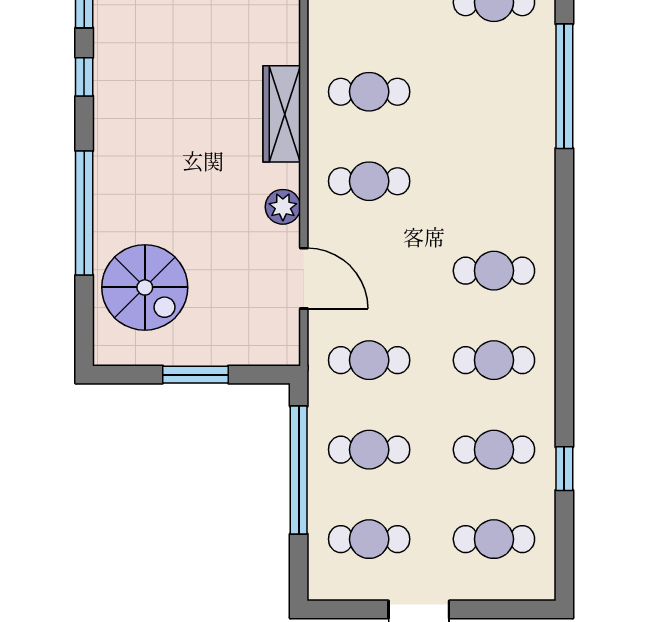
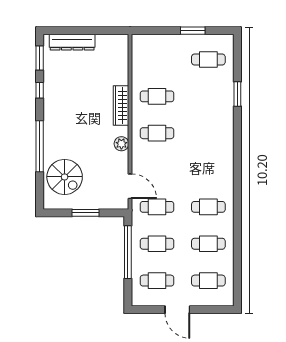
window: (564, 86) -> (237, 94), width x0.47
cafe table: (494, 271) -> (208, 170), removed
door: (304, 278) -> (130, 186), moved
window: (564, 469) -> (237, 252), removed

